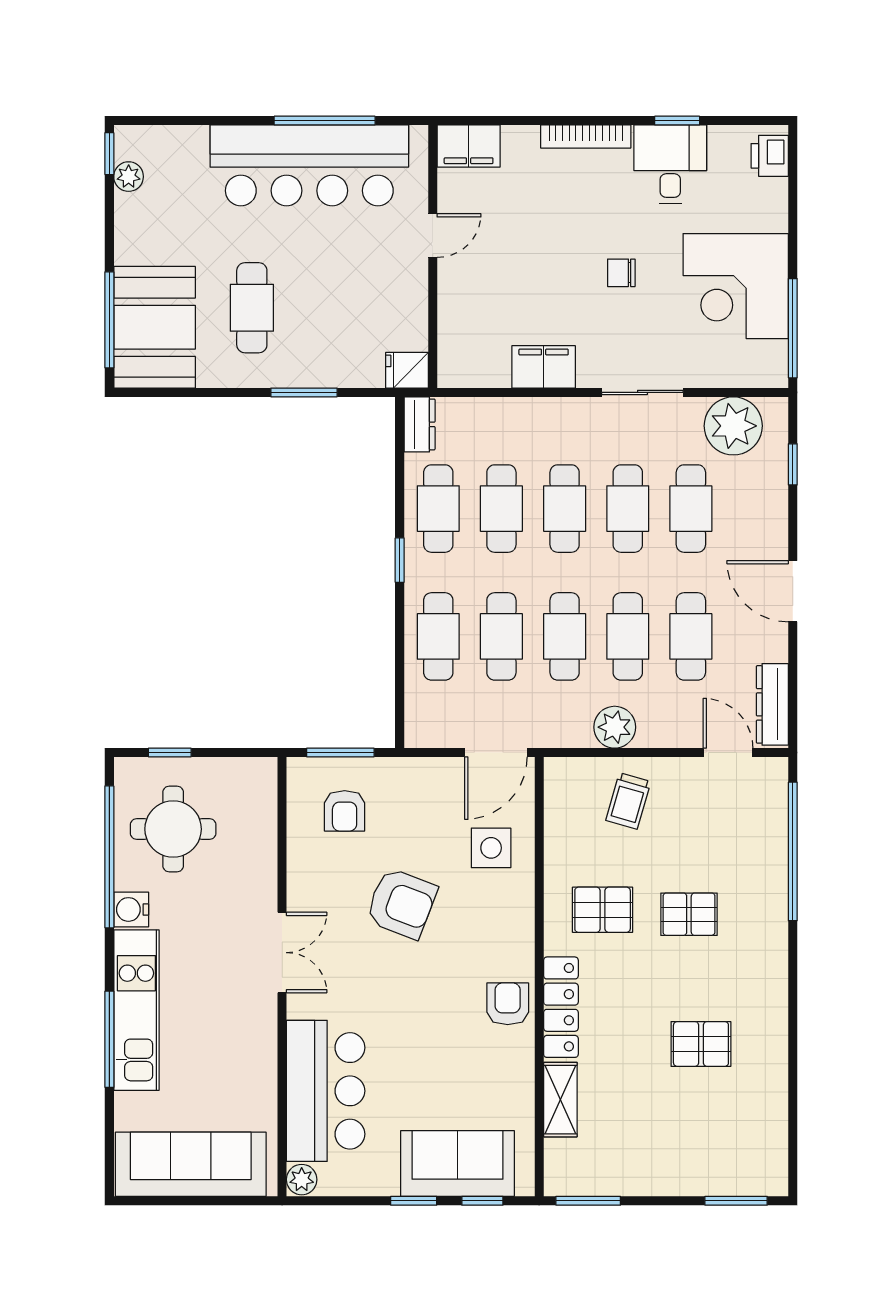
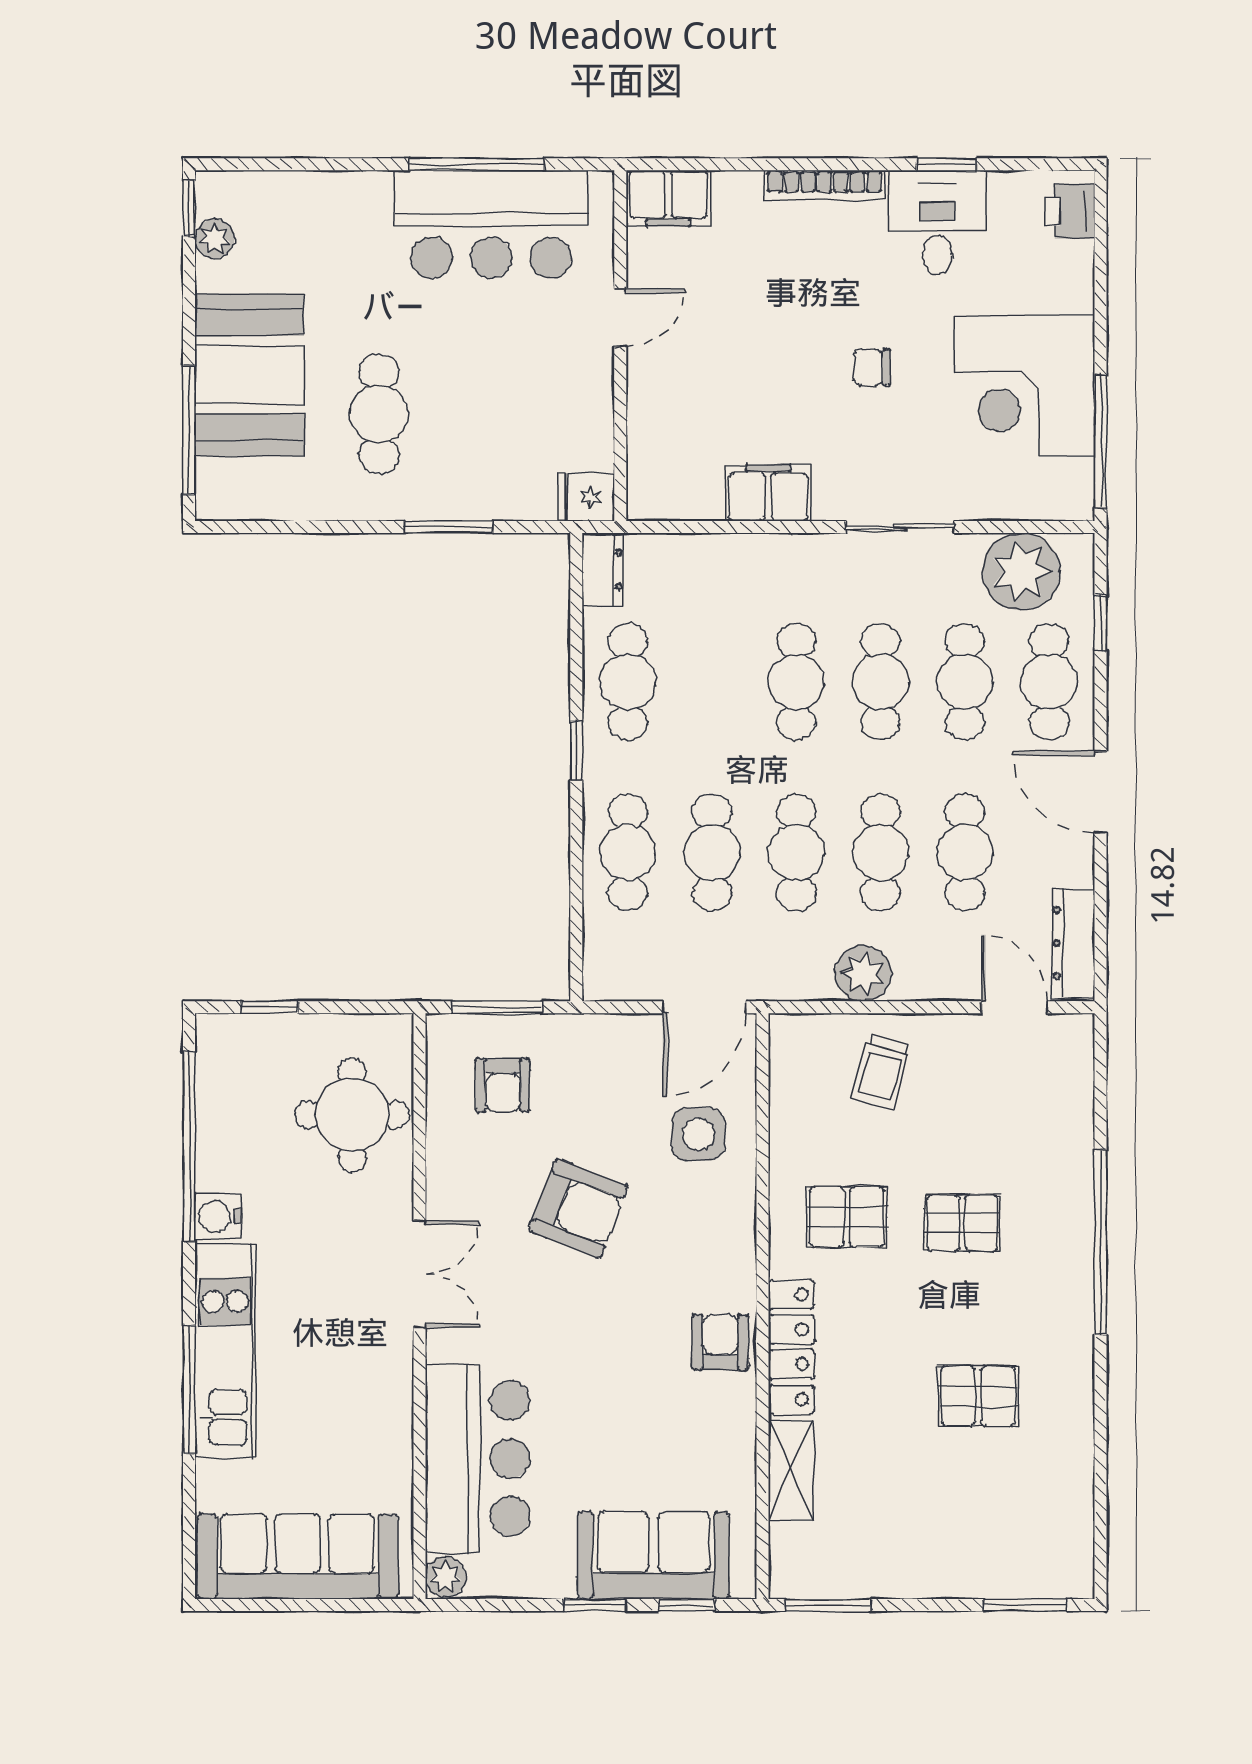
bar counter: (309, 165) -> (491, 224), width x0.73
booth: (155, 327) -> (249, 375), moved
cafe table: (501, 509) -> (1049, 682), moved
round table: (173, 829) -> (352, 1115), moved
window: (793, 851) -> (1101, 1242), moved

